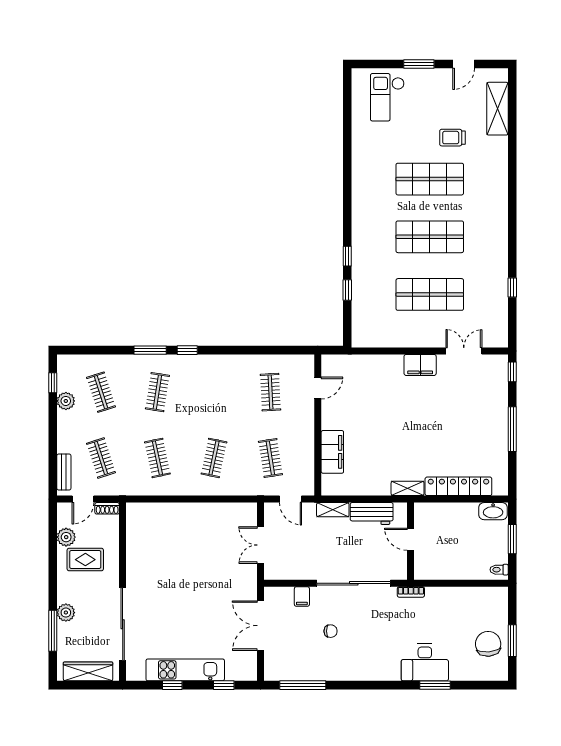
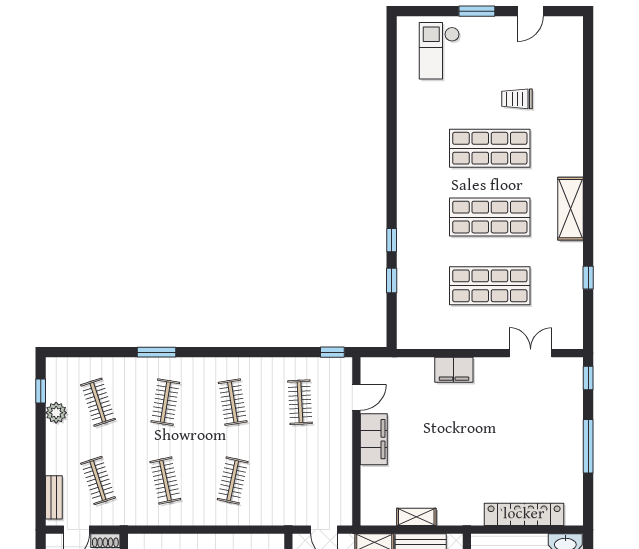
shelving: (497, 109) -> (571, 209), moved
window: (187, 350) -> (332, 352), moved
filing cabinet: (420, 365) -> (454, 370), moved
filing cabinet: (332, 452) -> (374, 439), moved
clothes rail: (270, 458) -> (233, 402), moved
shelving: (408, 488) -> (416, 517), moved

